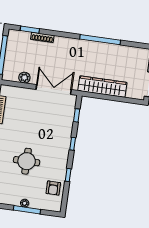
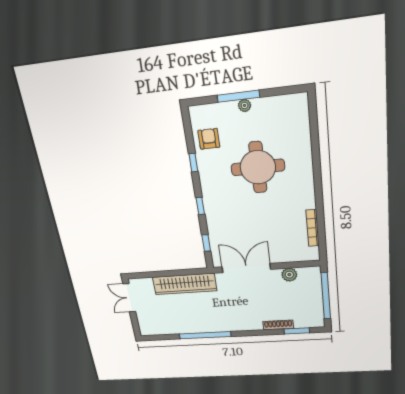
double door: (54, 90) -> (246, 268), swing flipped
round table: (27, 161) -> (258, 167), width x1.36, depth x1.36

